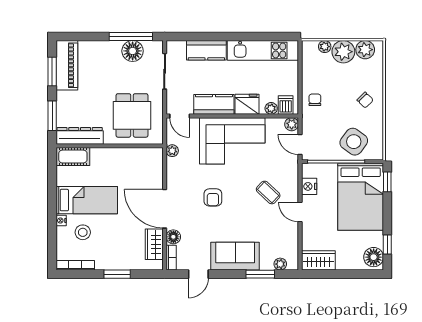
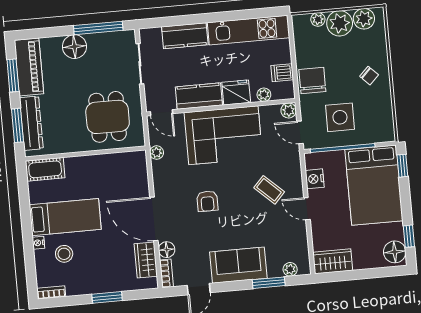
floor lamp: (133, 51) -> (74, 47), moved
chair: (315, 100) -> (312, 80), width x1.87, depth x1.87
dishwasher: (286, 105) -> (282, 73), moved, turned -90
dresser: (80, 136) -> (31, 123), moved, turned 90
side table: (354, 142) -> (340, 117), moved, turned -36
bookcase: (75, 265) -> (51, 292), width x0.64

